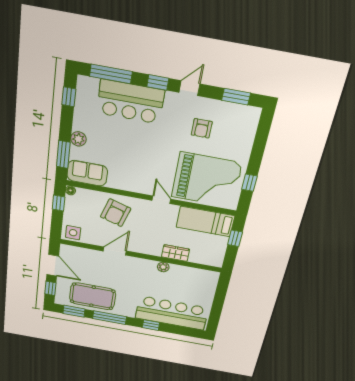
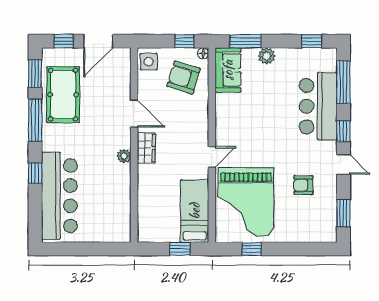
armchair: (116, 213) -> (184, 78), moved
wardrobe: (176, 253) -> (146, 148), moved
plant: (163, 267) -> (124, 156), moved

